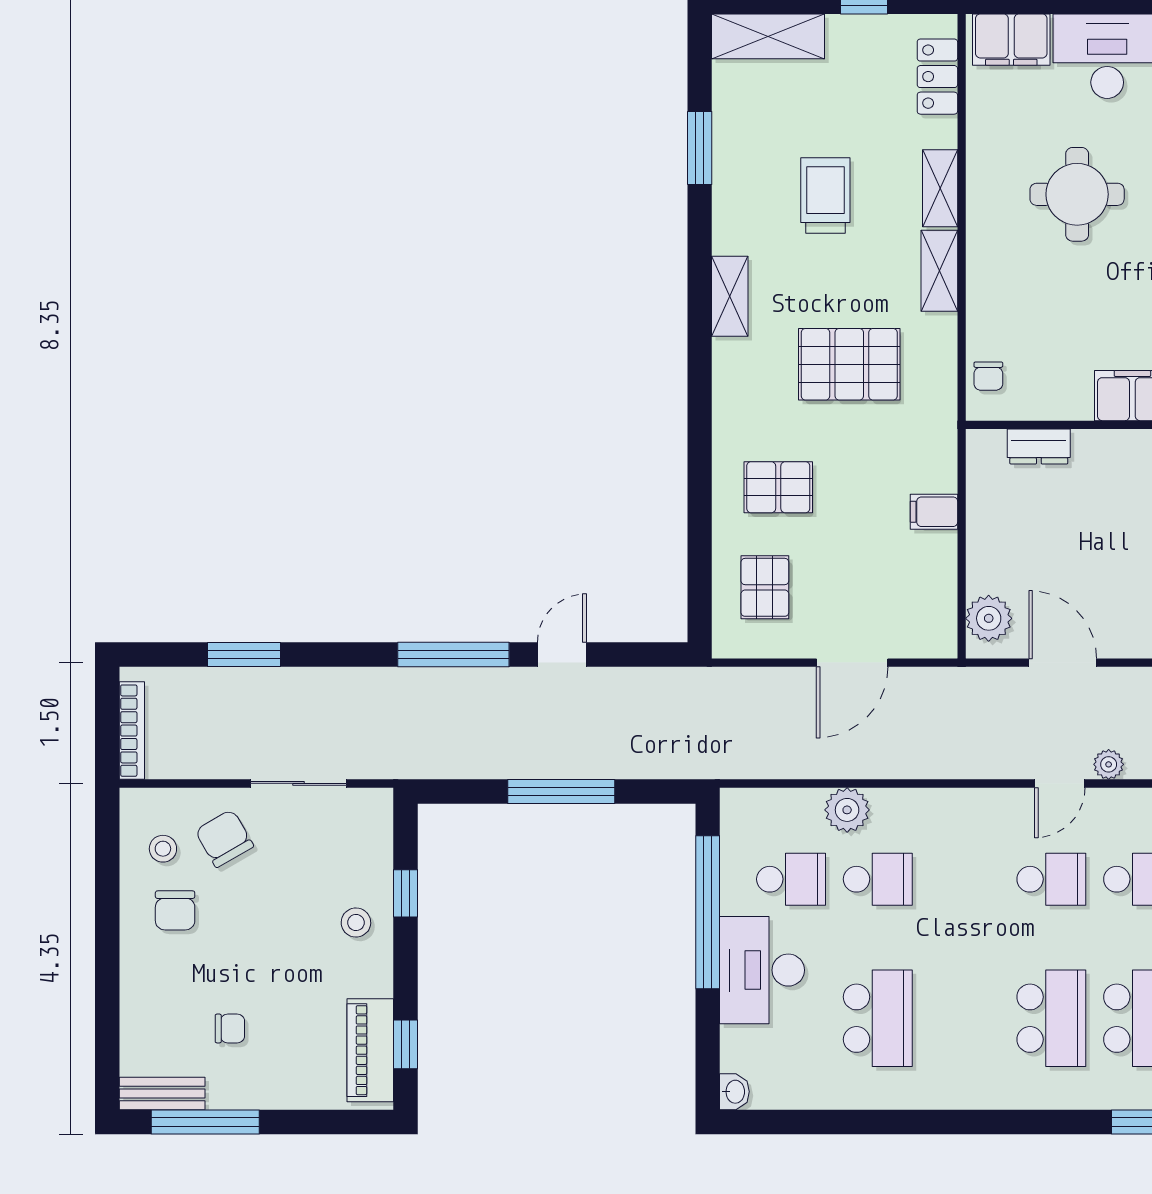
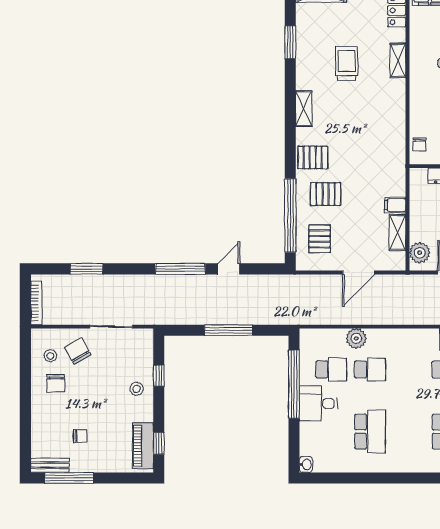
shelving: (939, 271) -> (398, 232), moved
pallet: (849, 364) -> (313, 157), moved, width x0.67, depth x0.71
window: (700, 535) -> (290, 215), added
desk: (762, 970) -> (318, 404), width x0.73

